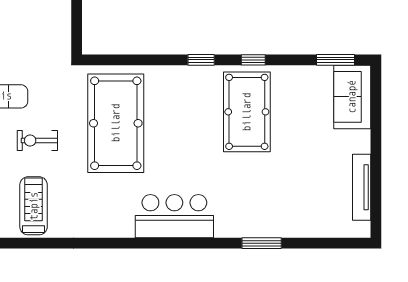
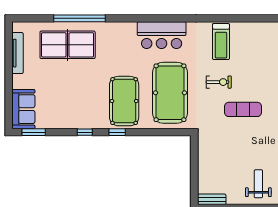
pool table: (247, 112) -> (124, 101), moved
table tennis table: (281, 201) -> (68, 45), added
bar counter: (174, 216) -> (162, 35), moved
window: (262, 243) -> (79, 18), width x2.11

